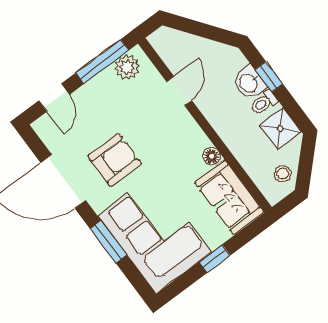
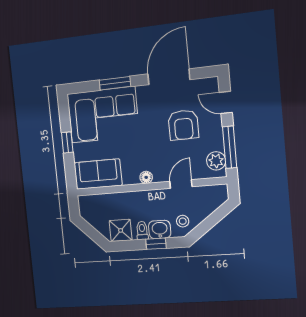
door: (179, 91) -> (181, 184), swing flipped
floor lamp: (212, 156) -> (146, 177), moved
armchair: (115, 160) -> (183, 125), moved
stool: (283, 174) -> (183, 221), moved

